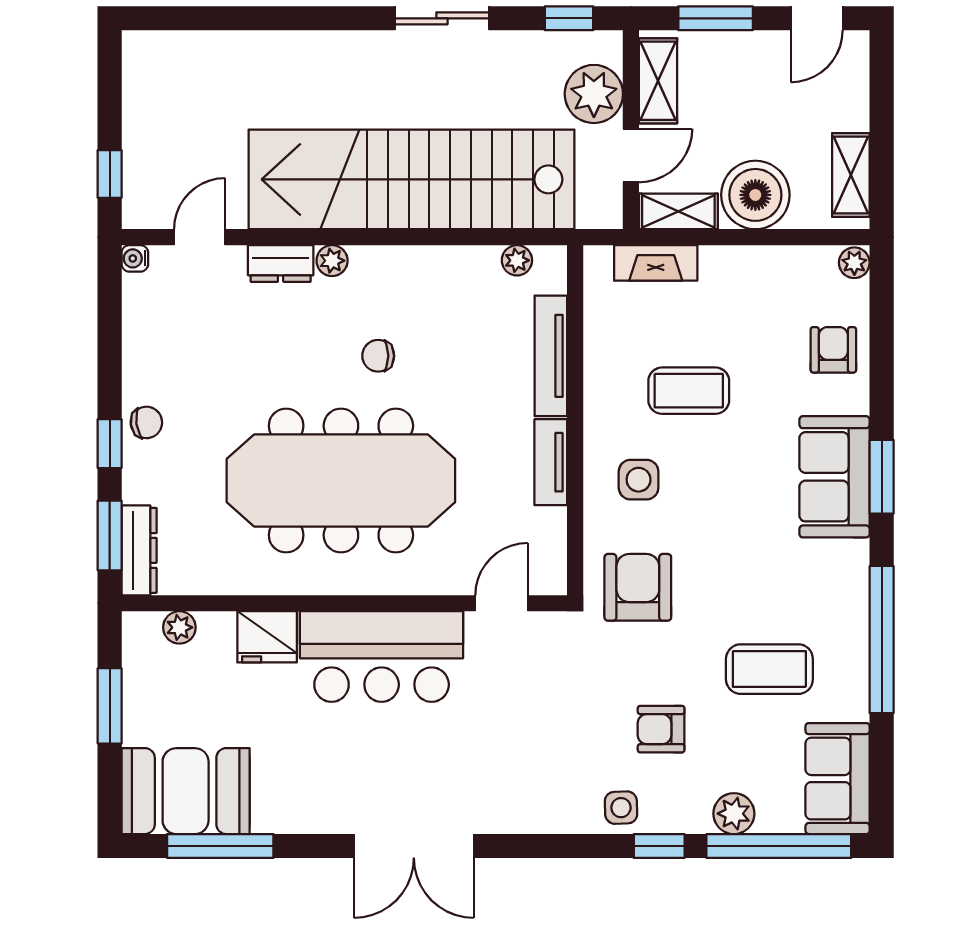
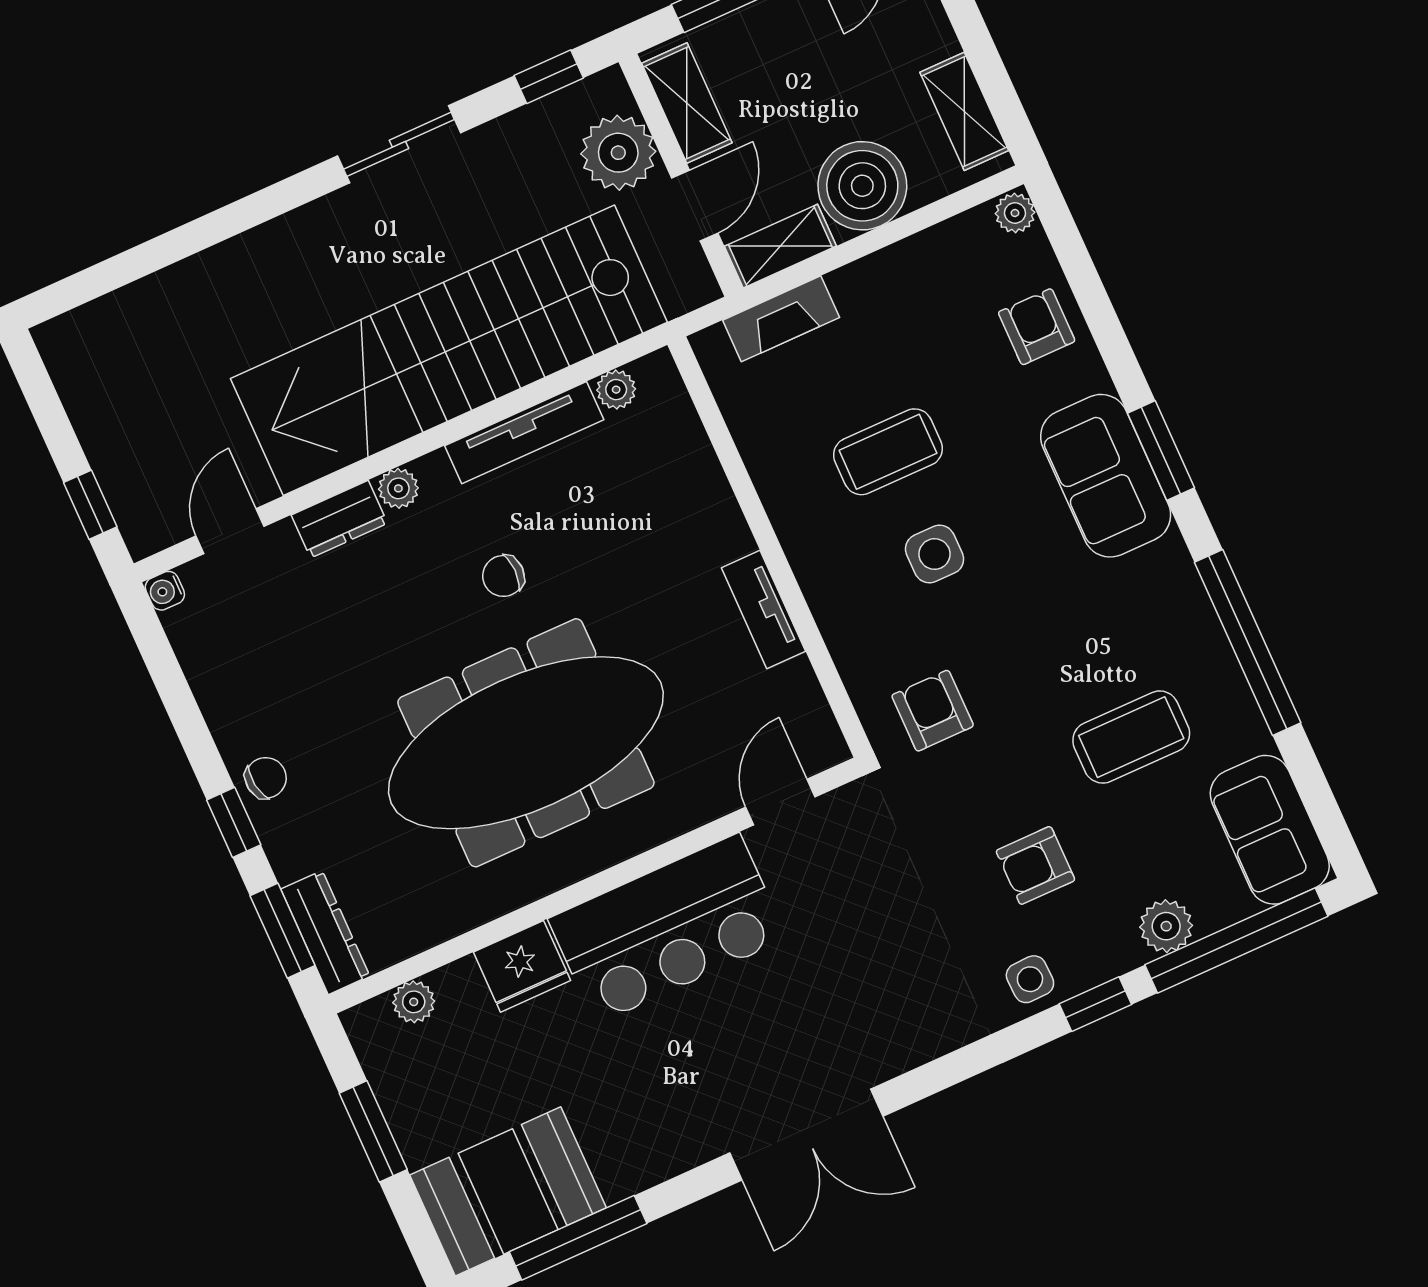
tv unit: (551, 356) -> (524, 433), moved, turned -90
side table: (639, 480) -> (935, 554), moved
armchair: (638, 587) -> (933, 711), width x0.72, depth x0.72

